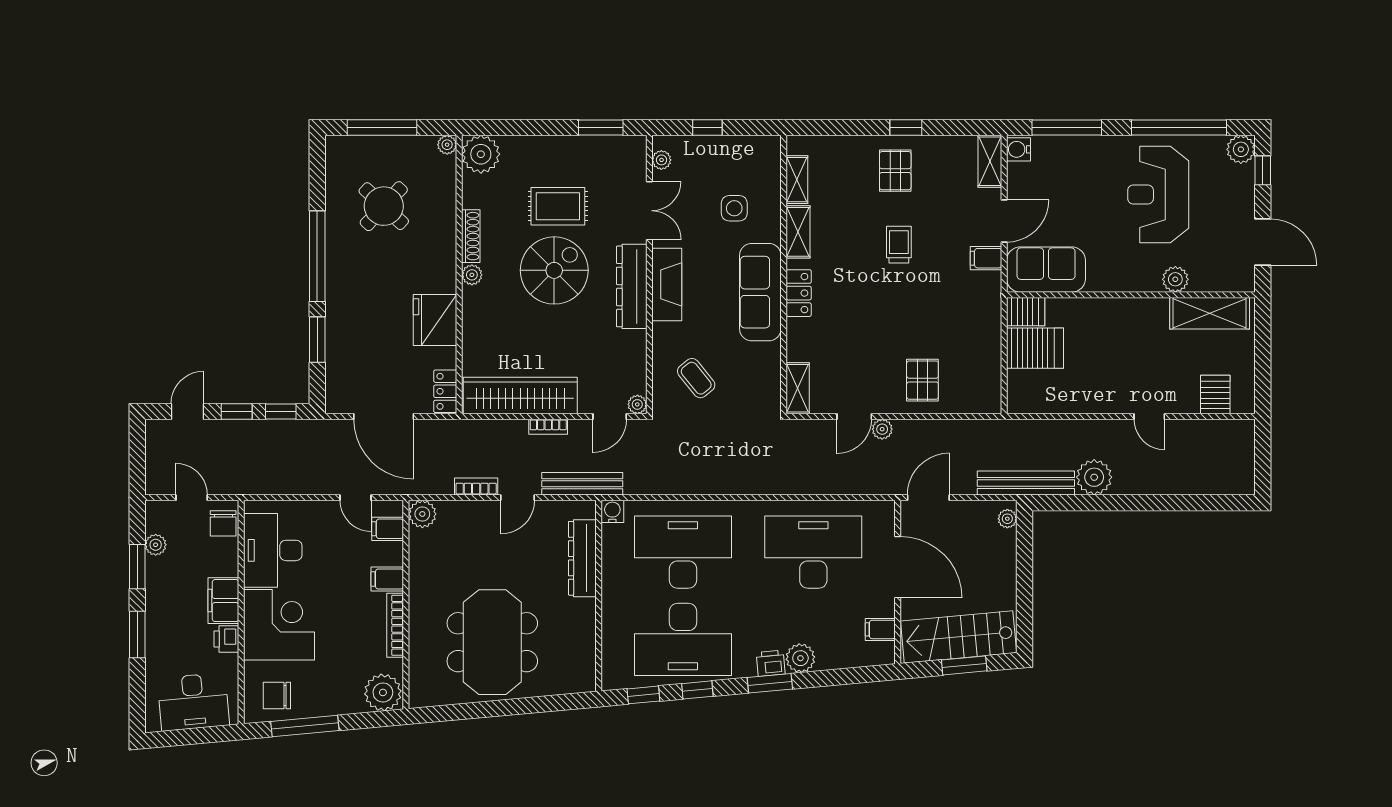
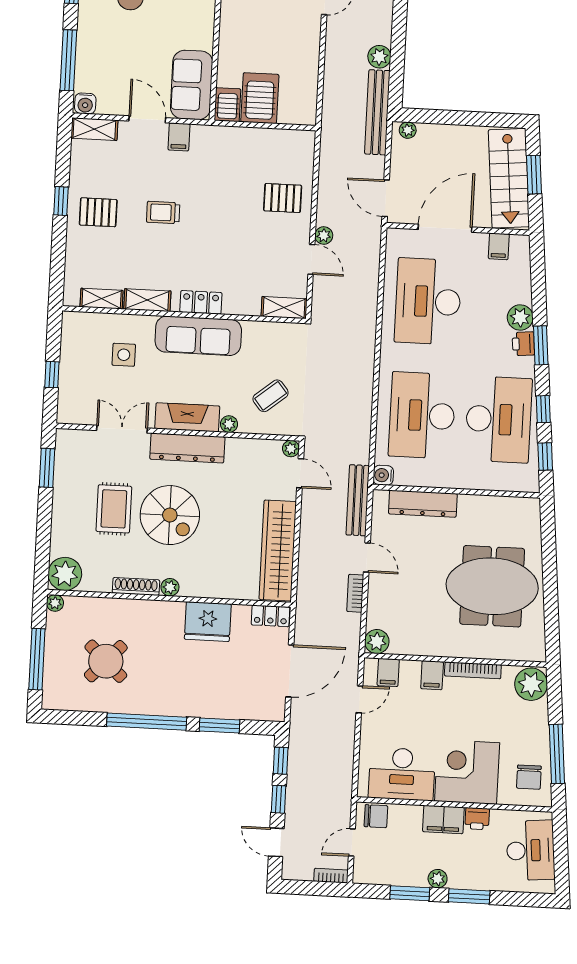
plant: (661, 160) -> (229, 424), moved
spiral stairs: (554, 270) -> (170, 515), turned 180
bookcase: (548, 427) -> (331, 876), moved, turned -90
plant: (1094, 477) -> (379, 57), width x0.73, depth x0.73
plant: (156, 545) -> (438, 879), moved

